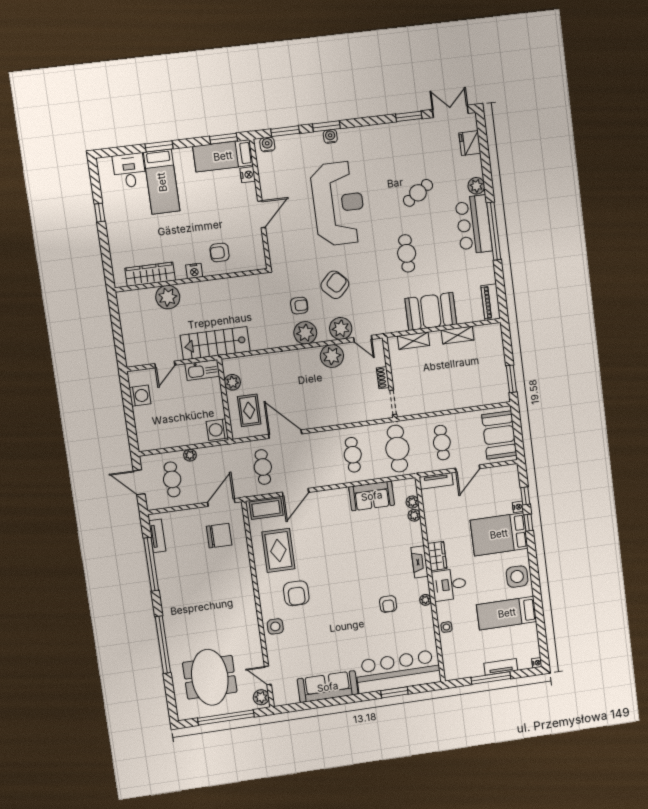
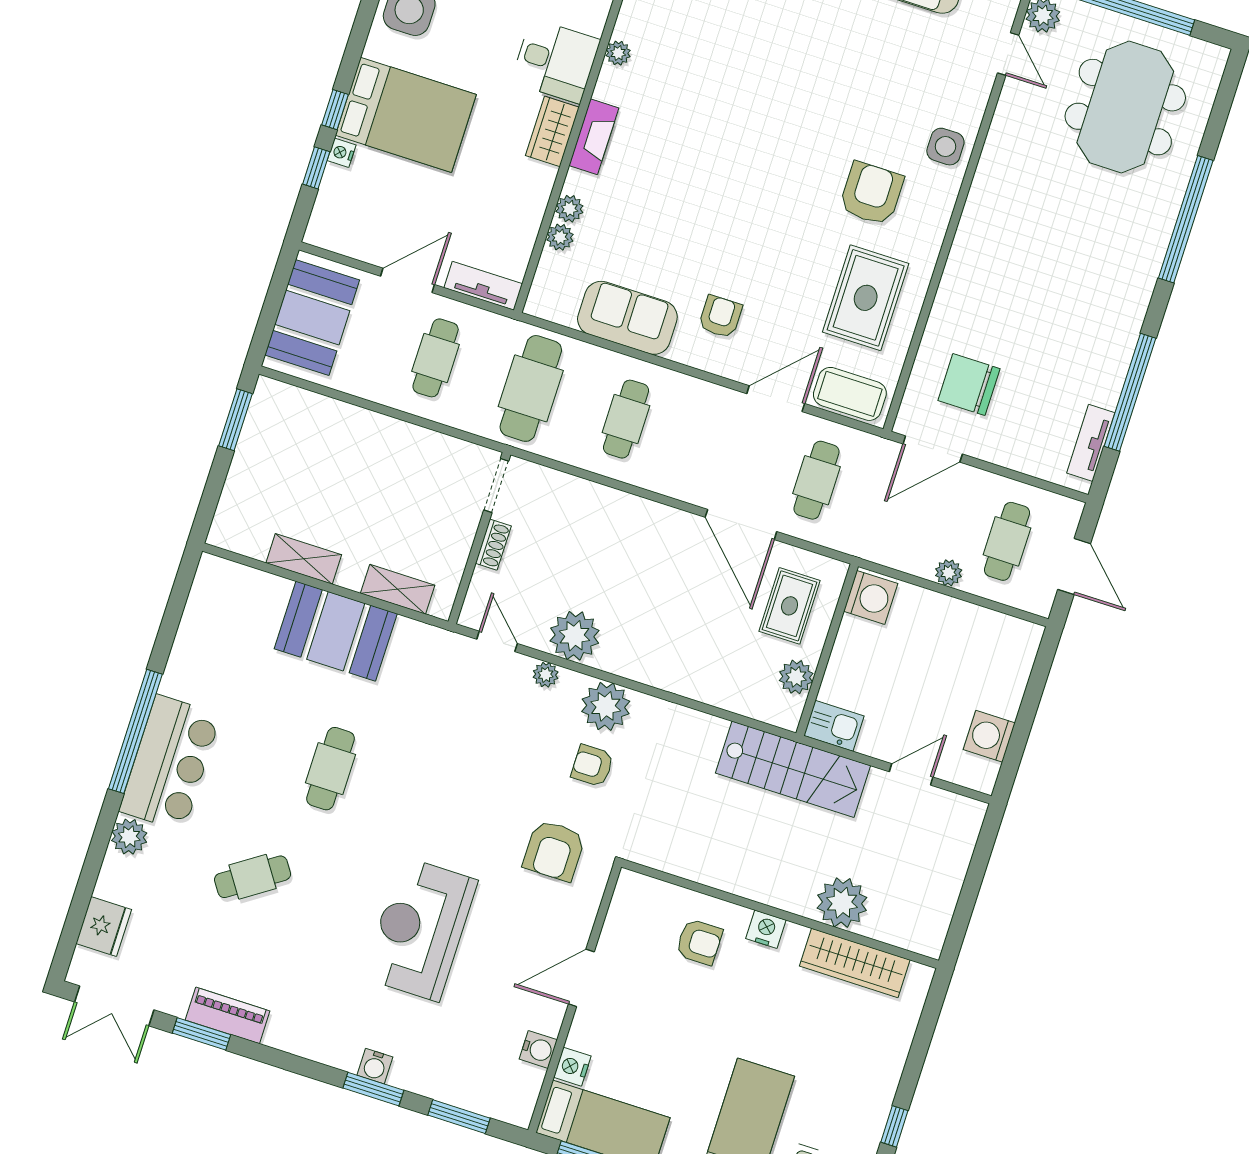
water cooler: (267, 144) -> (538, 1049), moved, turned -90
reception desk: (338, 203) -> (420, 929), width x0.74, depth x0.77
armchair: (335, 285) -> (554, 850), moved, turned -45
piano: (491, 302) -> (228, 1015), moved, turned -90
plant: (341, 328) -> (546, 675), width x0.53, depth x0.53
kitchen sink: (202, 370) -> (834, 726), width x0.73
plant: (412, 502) -> (570, 209), moved
armchair: (388, 604) -> (720, 317), moved

